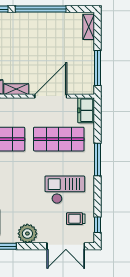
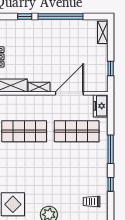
window: (97, 68) -> (111, 69), width x0.46
checkout: (65, 190) -> (82, 176), removed
window: (97, 225) -> (111, 184), moved

